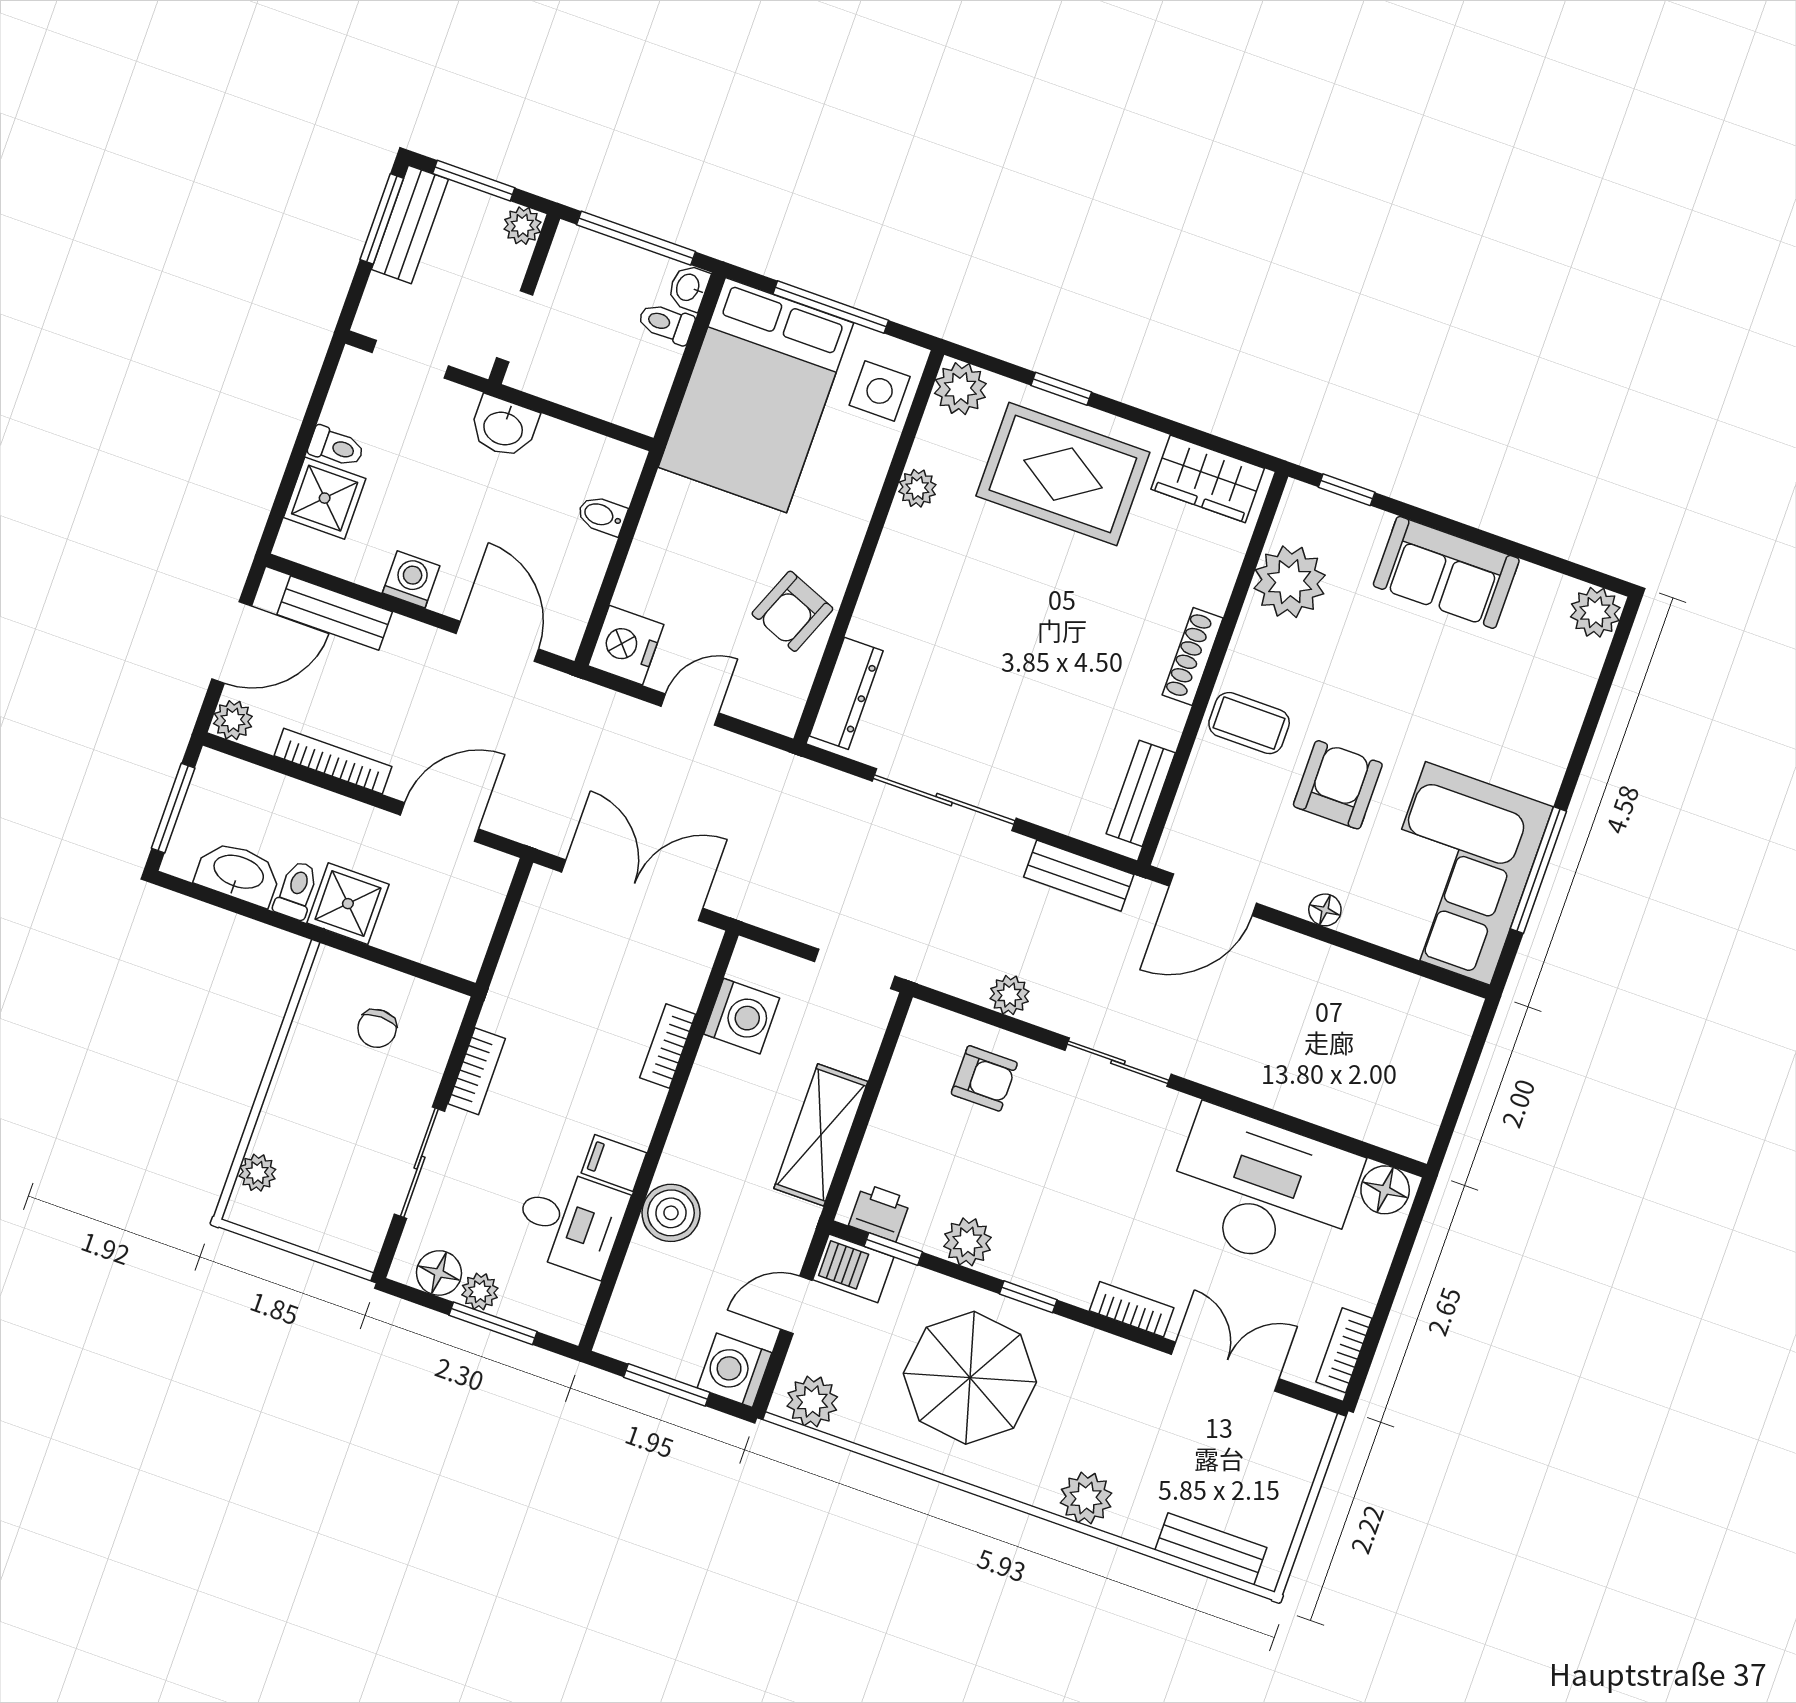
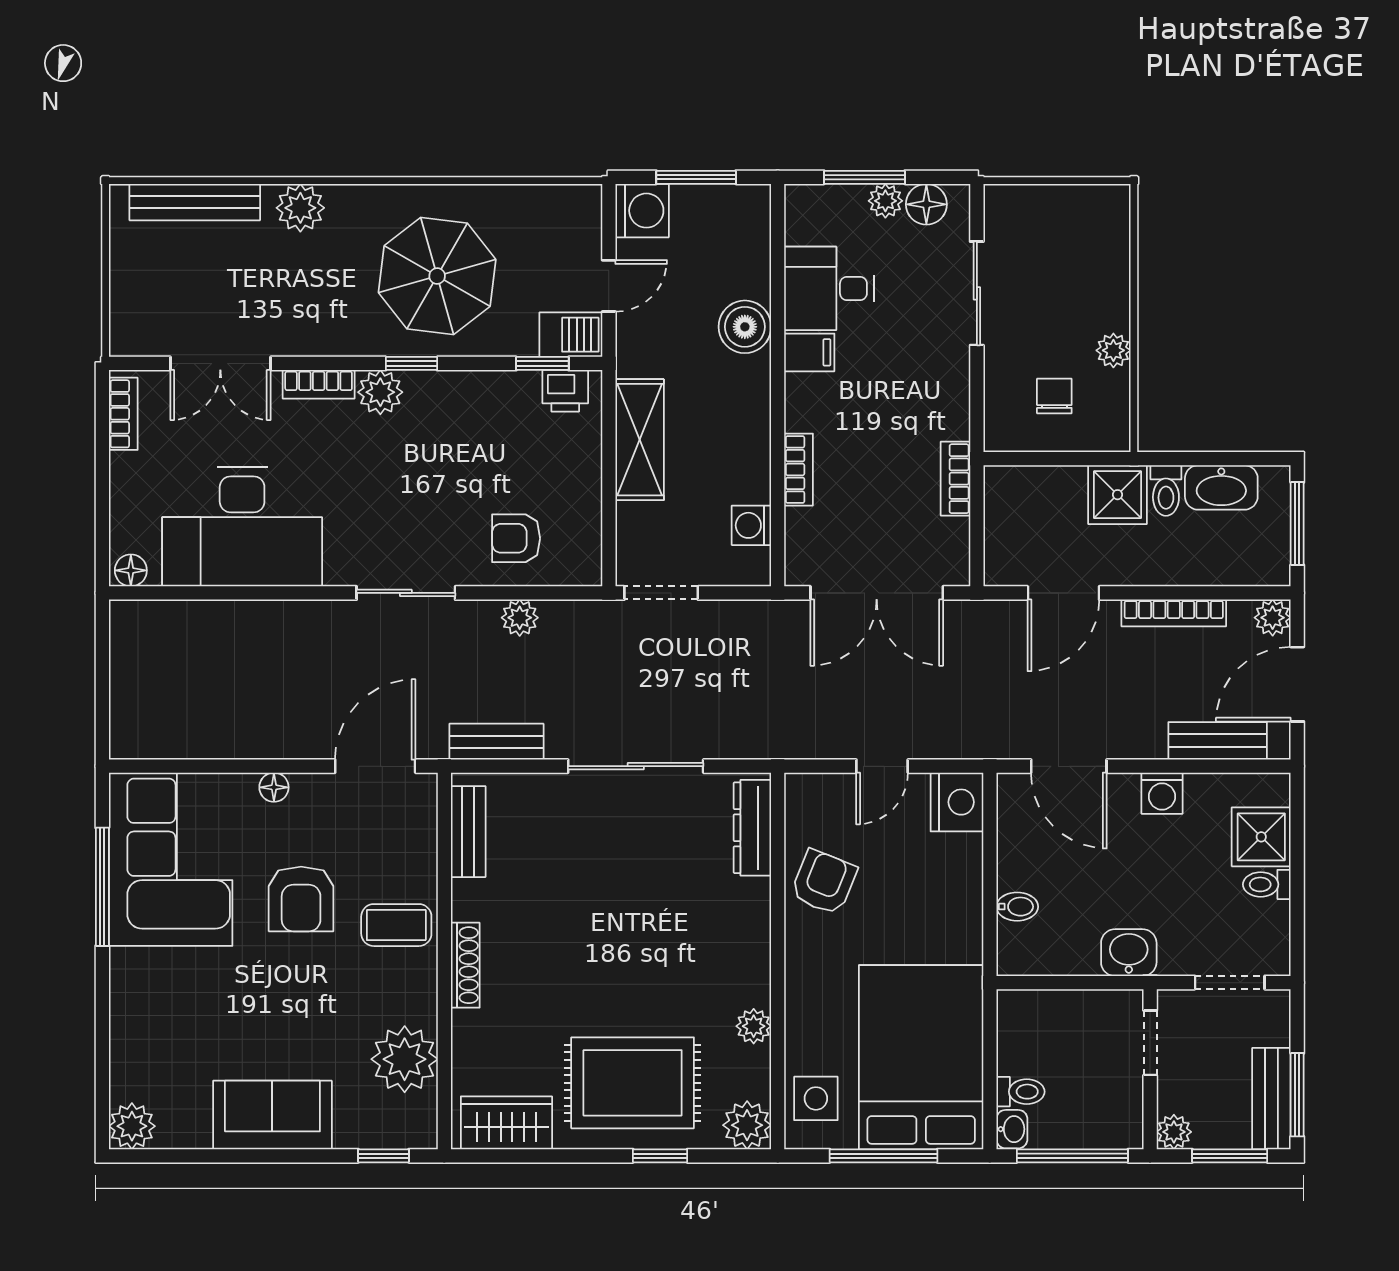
washing machine: (742, 1016) -> (751, 525), width x0.73, depth x0.73
bookcase: (477, 1071) -> (956, 479), moved
plant: (257, 1173) -> (1113, 350), moved
floor lamp: (1385, 1190) -> (131, 570), width x0.73, depth x0.73
plant: (967, 1242) -> (380, 392), moved
plant: (812, 1402) -> (566, 207), removed
bench: (1211, 1549) -> (195, 202), width x1.36

